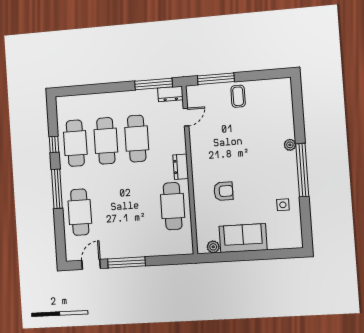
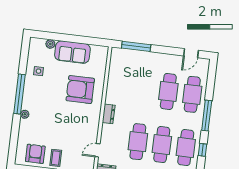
armchair: (266, 96) -> (35, 154), added
armchair: (223, 191) -> (80, 90), width x1.88, depth x1.88
cafe table: (173, 206) -> (168, 91), moved
plant: (213, 247) -> (50, 44), moved
window: (127, 262) -> (136, 46), moved

